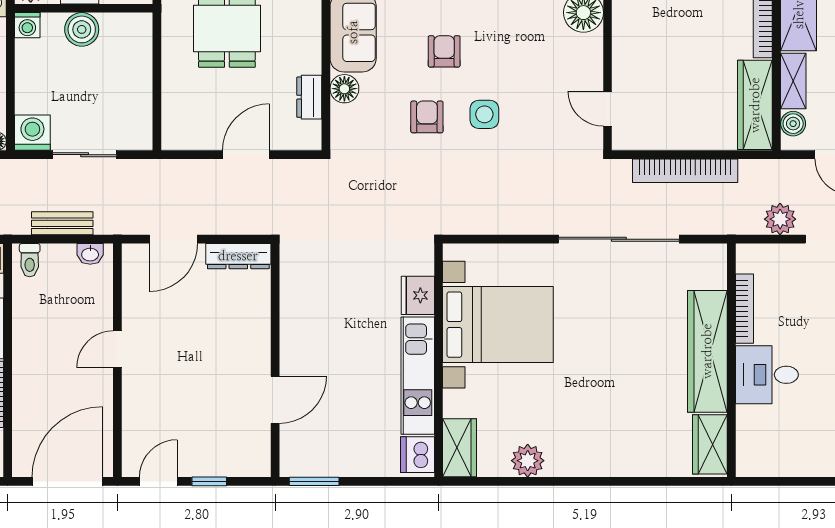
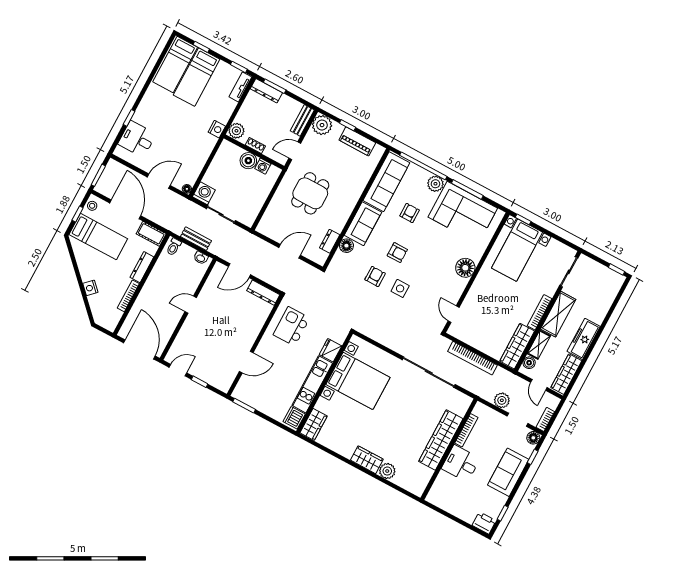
washing machine: (27, 25) -> (263, 166), moved
armchair: (444, 51) -> (397, 253), turned 90
kitchen island: (323, 290) -> (292, 326), added
wardrobe: (710, 444) -> (367, 460), moved, turned 90
plant: (528, 461) -> (387, 471), moved
door: (67, 481) -> (139, 349), hinge flipped

